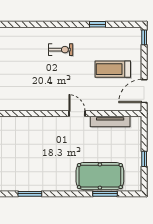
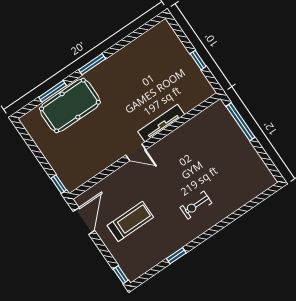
tv unit: (110, 122) -> (161, 123), moved
window: (144, 159) -> (59, 184), moved
window: (30, 194) -> (92, 64), moved

